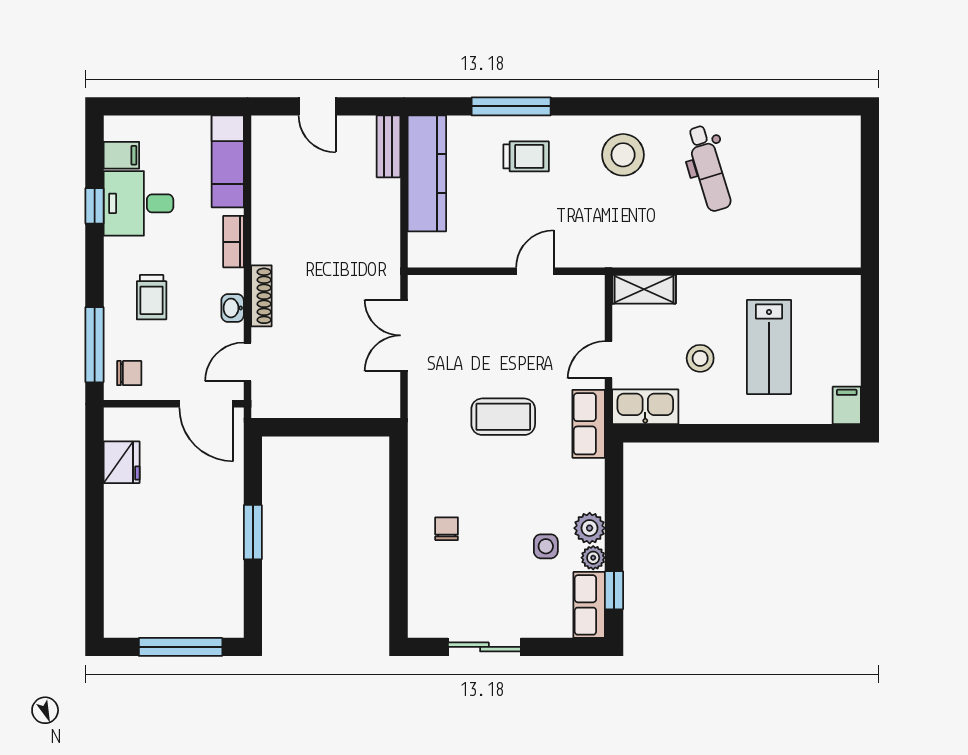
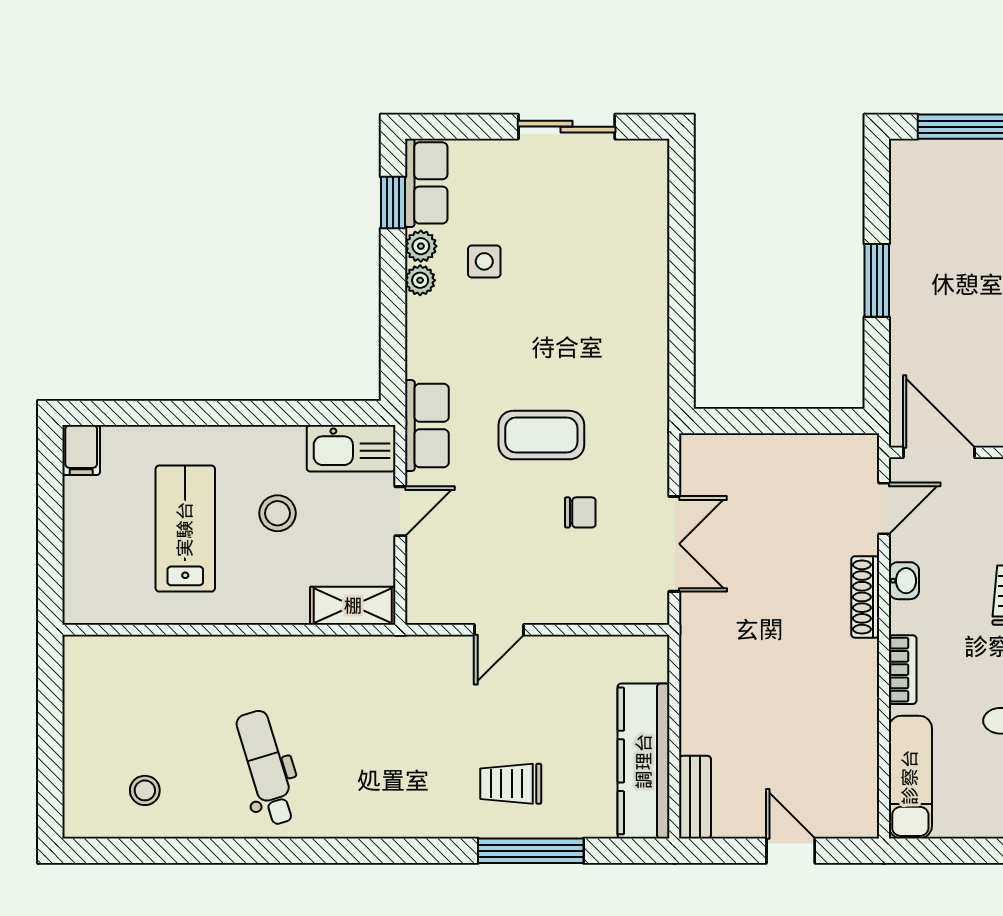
stool: (623, 155) -> (145, 790), moved, width x0.53, depth x0.53
plant: (590, 528) -> (420, 280), width x0.73, depth x0.73
chair: (447, 529) -> (580, 512), moved, turned -90

